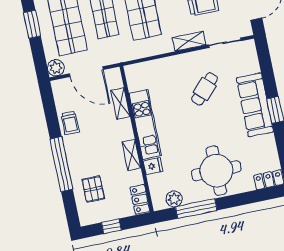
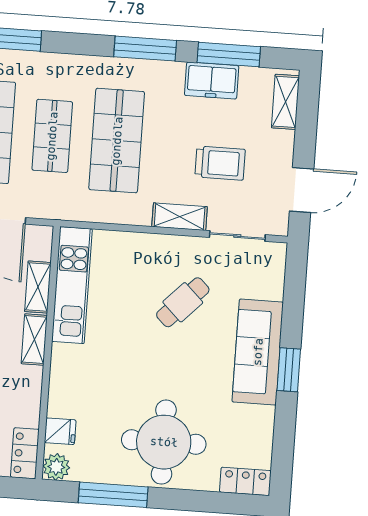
kitchen unit: (145, 124) -> (72, 285), moved
shelving: (131, 155) -> (34, 340), moved
fridge: (153, 166) -> (60, 431), moved
plant: (174, 199) -> (56, 467), moved

